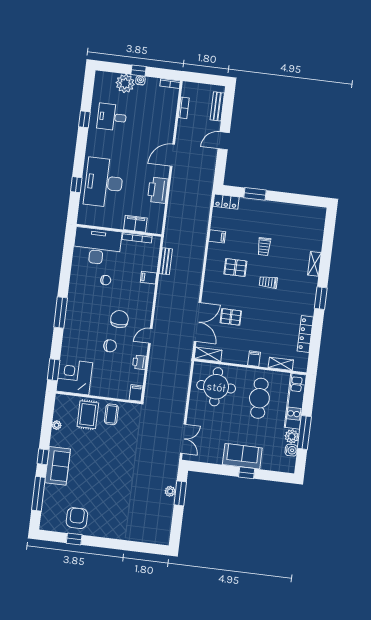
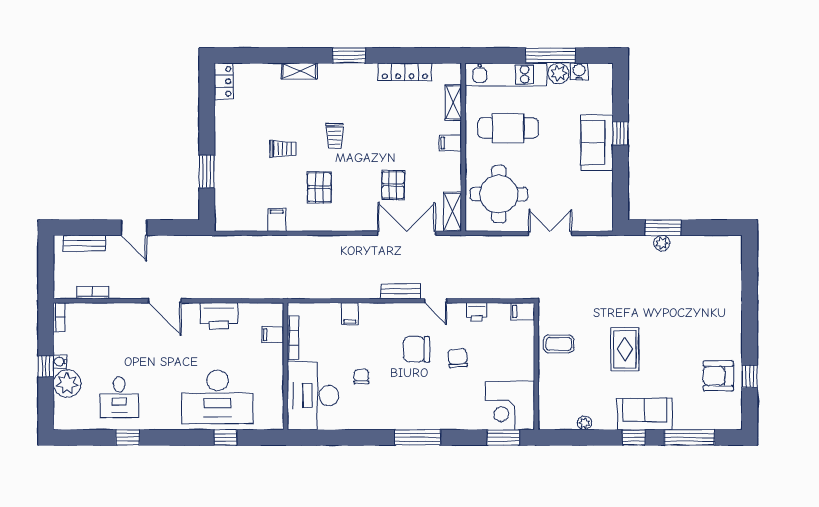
locker: (226, 202) -> (224, 81), moved
filing cabinet: (135, 224) -> (273, 335), width x0.50
bench: (166, 261) -> (401, 291), moved
rug: (88, 415) -> (625, 349), moved, turned 90
double door: (183, 439) -> (550, 233), moved

